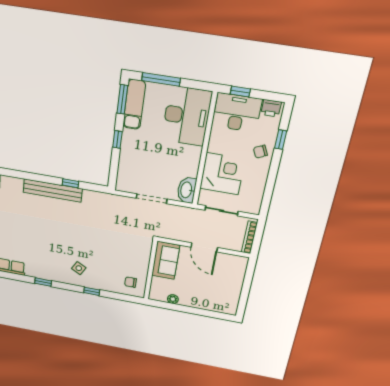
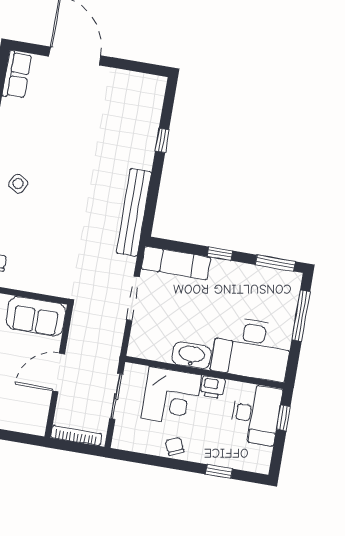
exam couch: (134, 104) -> (176, 263), moved
printer: (271, 108) -> (213, 387), moved, turned -90
chair: (260, 152) -> (175, 446), moved
window: (70, 183) -> (162, 140), moved
washbasin: (187, 190) -> (191, 355), moved
bench: (53, 191) -> (134, 212), moved

